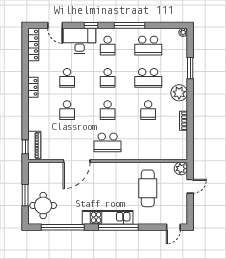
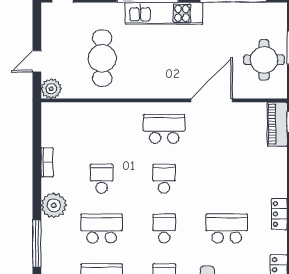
window: (190, 68) -> (37, 243), width x1.44
school desk: (67, 78) -> (227, 228), width x1.85
school desk: (67, 110) -> (227, 179), removed
round table: (43, 205) -> (264, 60), moved

